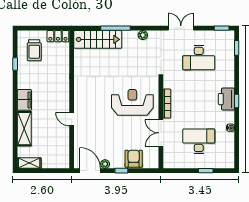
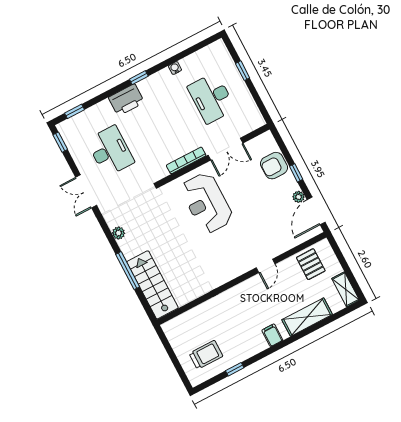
locker: (58, 36) -> (174, 335), removed
printer: (226, 99) -> (126, 100), moved
filing cabinet: (24, 100) -> (272, 335), width x0.50
pallet: (57, 149) -> (311, 264), added

